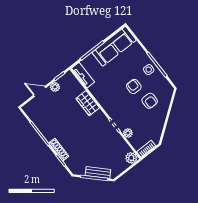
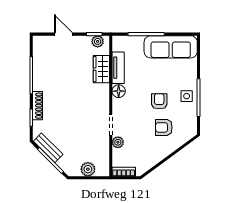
tv unit: (83, 75) -> (118, 68), moved
plant: (55, 87) -> (98, 41), moved
floor lamp: (103, 100) -> (119, 91), added
armchair: (150, 101) -> (164, 127), turned 90
wardrobe: (88, 103) -> (101, 69), moved
plant: (131, 158) -> (88, 169), moved
bench: (98, 173) -> (48, 148), moved

